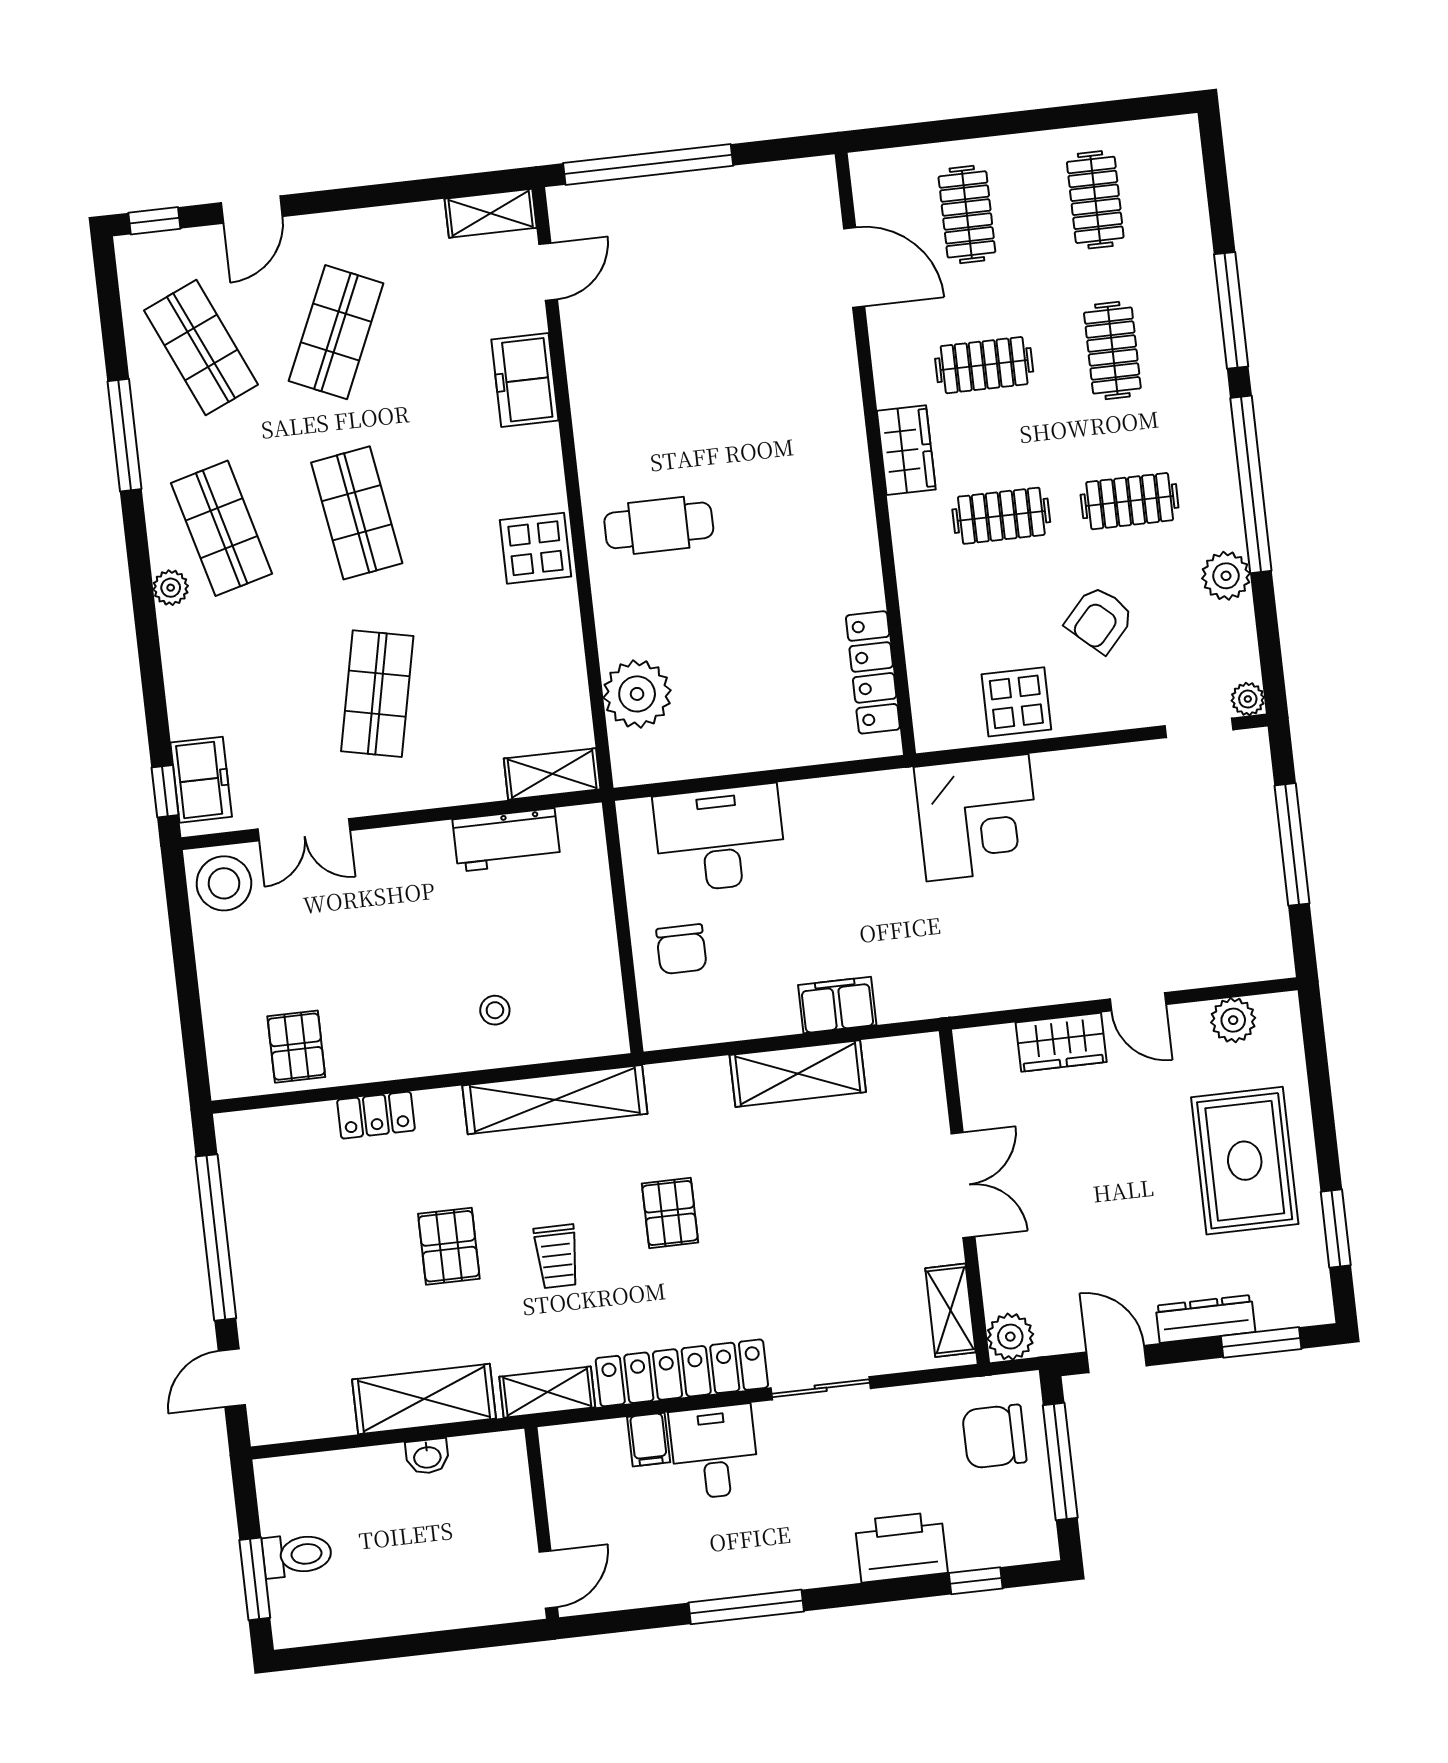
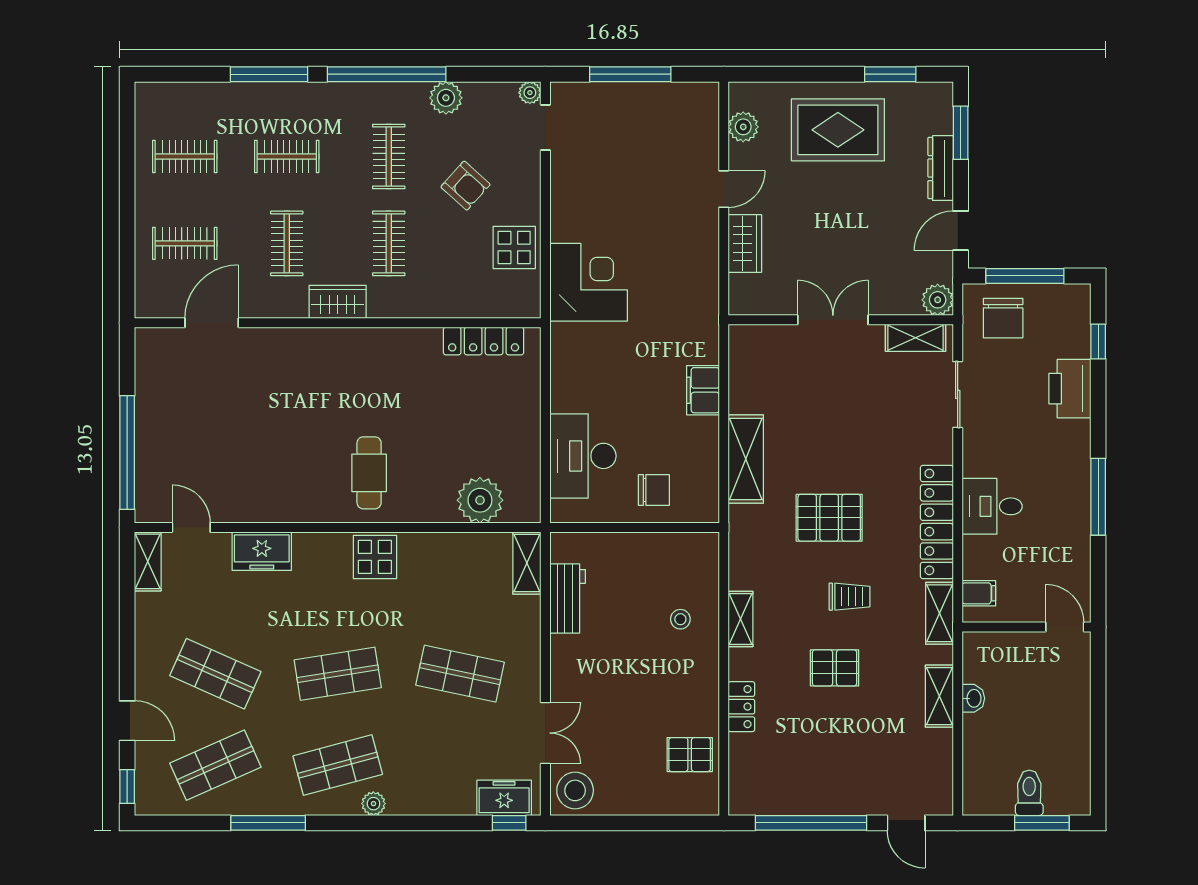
shelving: (798, 1074) -> (746, 459), moved
shelving: (555, 1100) -> (741, 619), width x0.45, depth x0.75
pallet: (670, 1213) -> (829, 518), width x1.50, depth x1.42
sliding door: (821, 1388) -> (958, 394), moved
shelving: (424, 1399) -> (939, 696), width x0.67, depth x0.75
filing cabinet: (649, 1440) -> (979, 593), moved

